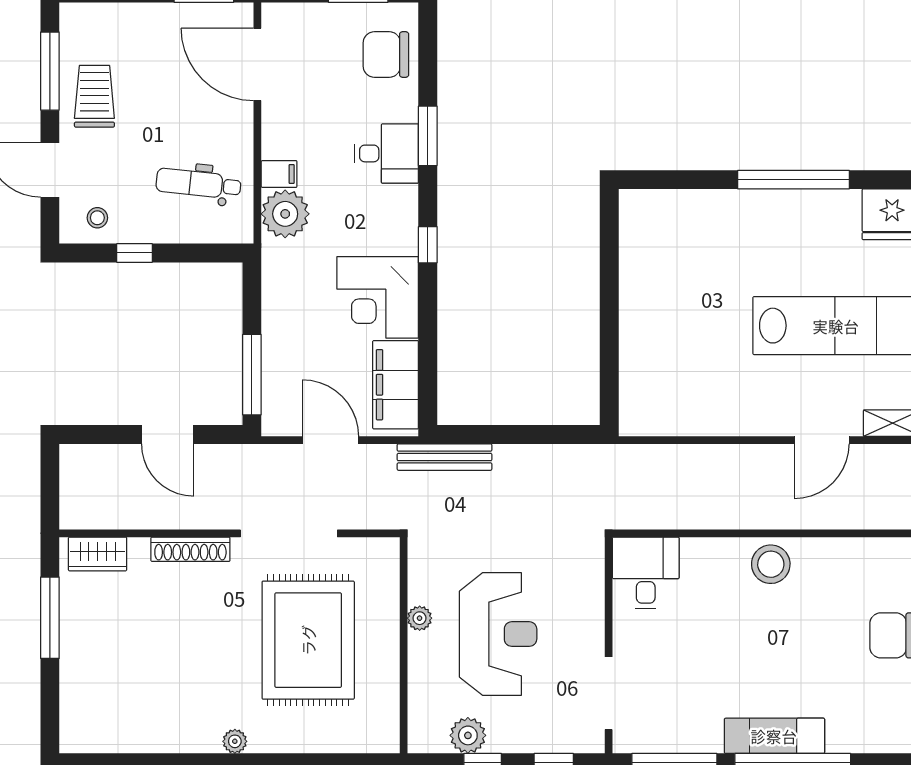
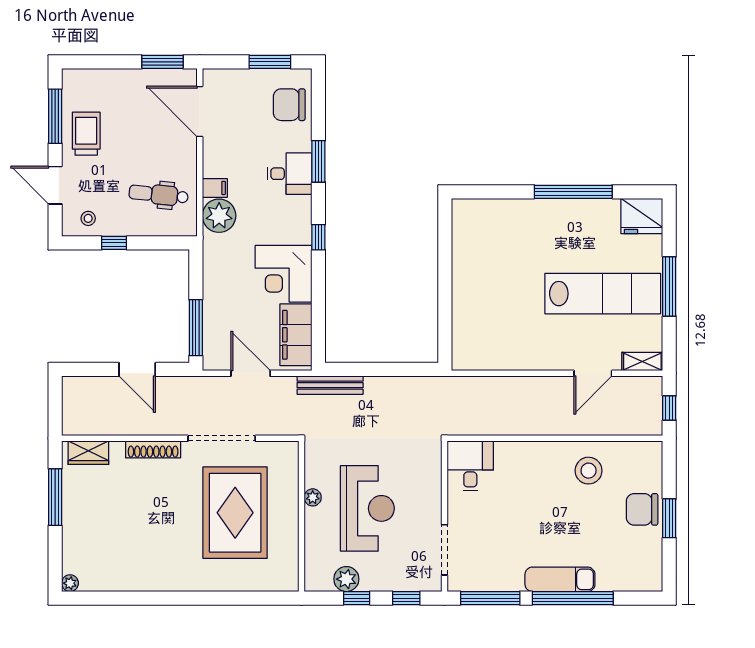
stool: (771, 564) -> (589, 471), moved
plant: (235, 741) -> (70, 583), moved

